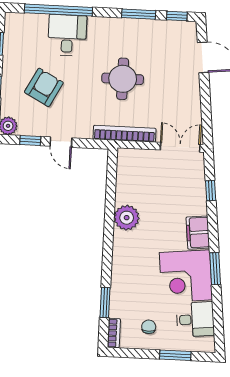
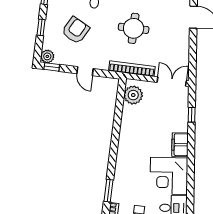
window: (30, 141) -> (52, 67), moved
plant: (127, 218) -> (133, 95), moved
window: (215, 269) -> (191, 172), removed

